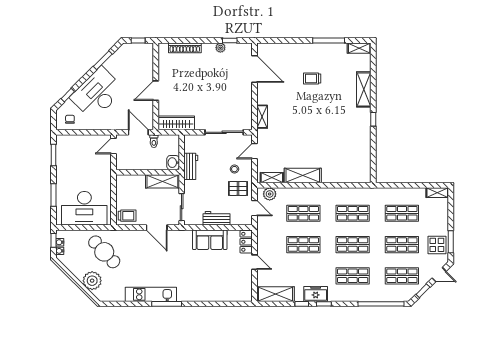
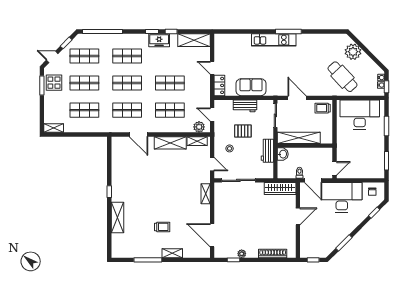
shelving: (359, 48) -> (172, 253), moved
desk: (97, 93) -> (342, 197), moved, turned -135
door: (254, 151) -> (212, 164), hinge flipped
shelving: (162, 181) -> (299, 138), width x1.47
door: (339, 185) -> (139, 134), added
pallet: (238, 188) -> (243, 131), moved
kitchen unit: (151, 294) -> (274, 40), moved

